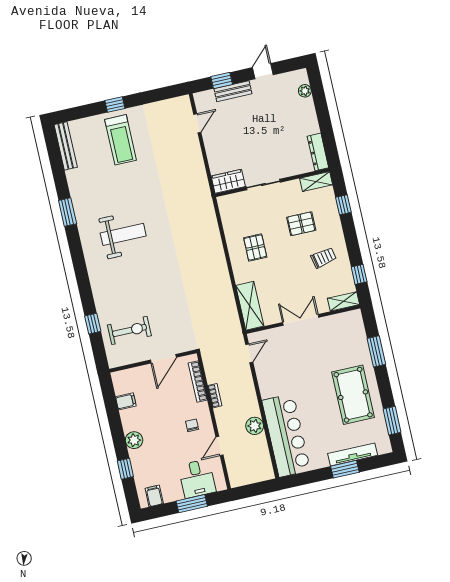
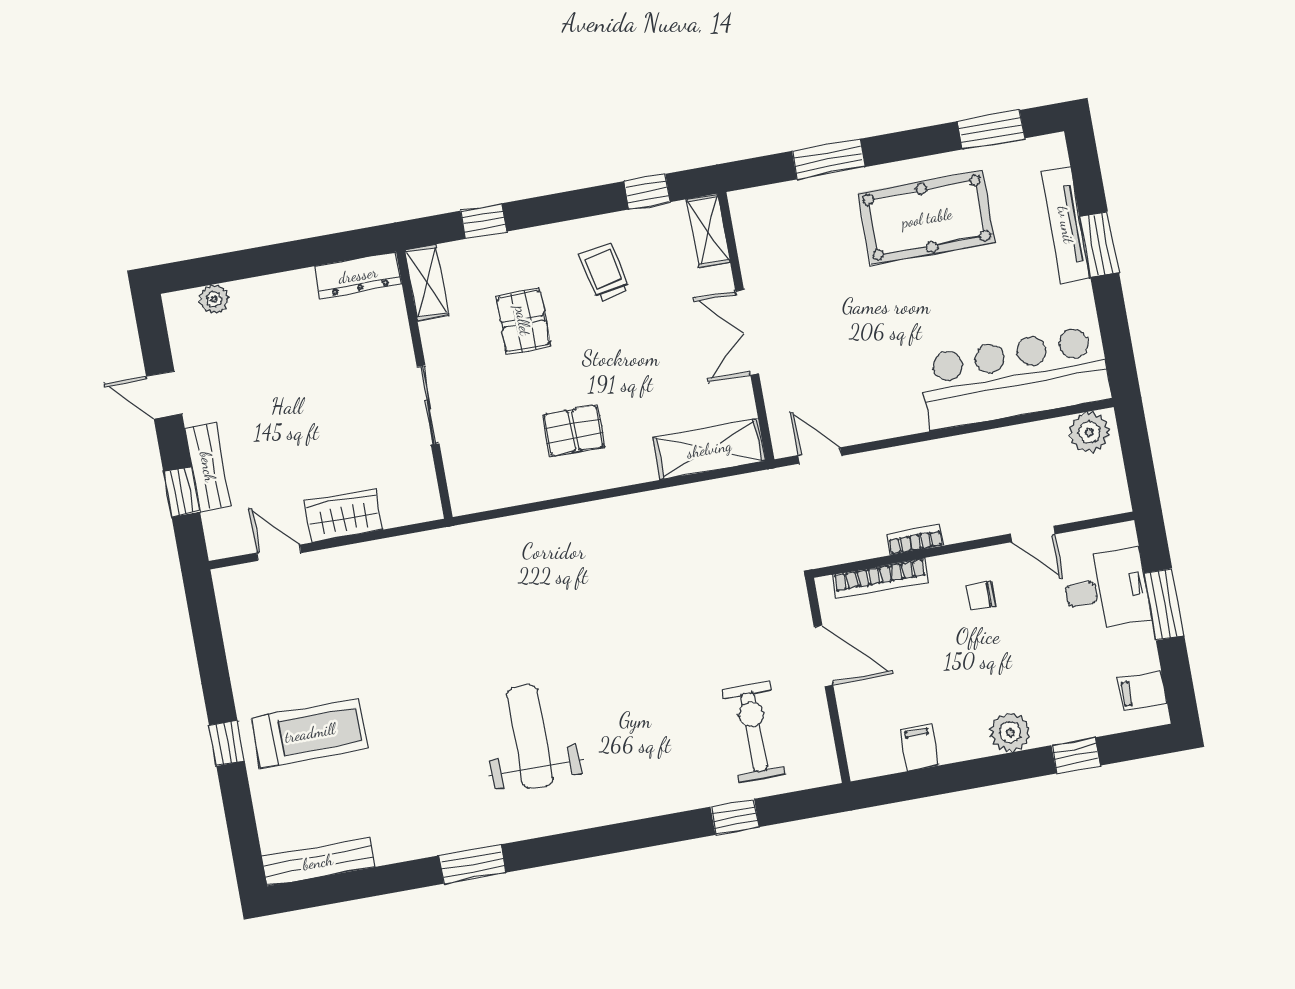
wardrobe: (228, 181) -> (343, 516), moved, turned 90
plant: (255, 426) -> (1089, 432), moved

